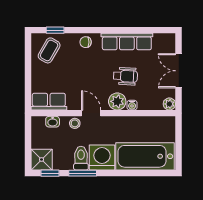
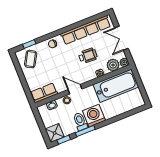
row of seats: (127, 42) -> (86, 30), width x1.36
plant: (117, 101) -> (113, 65), moved
bathtub: (145, 156) -> (116, 86), moved, turned 180

